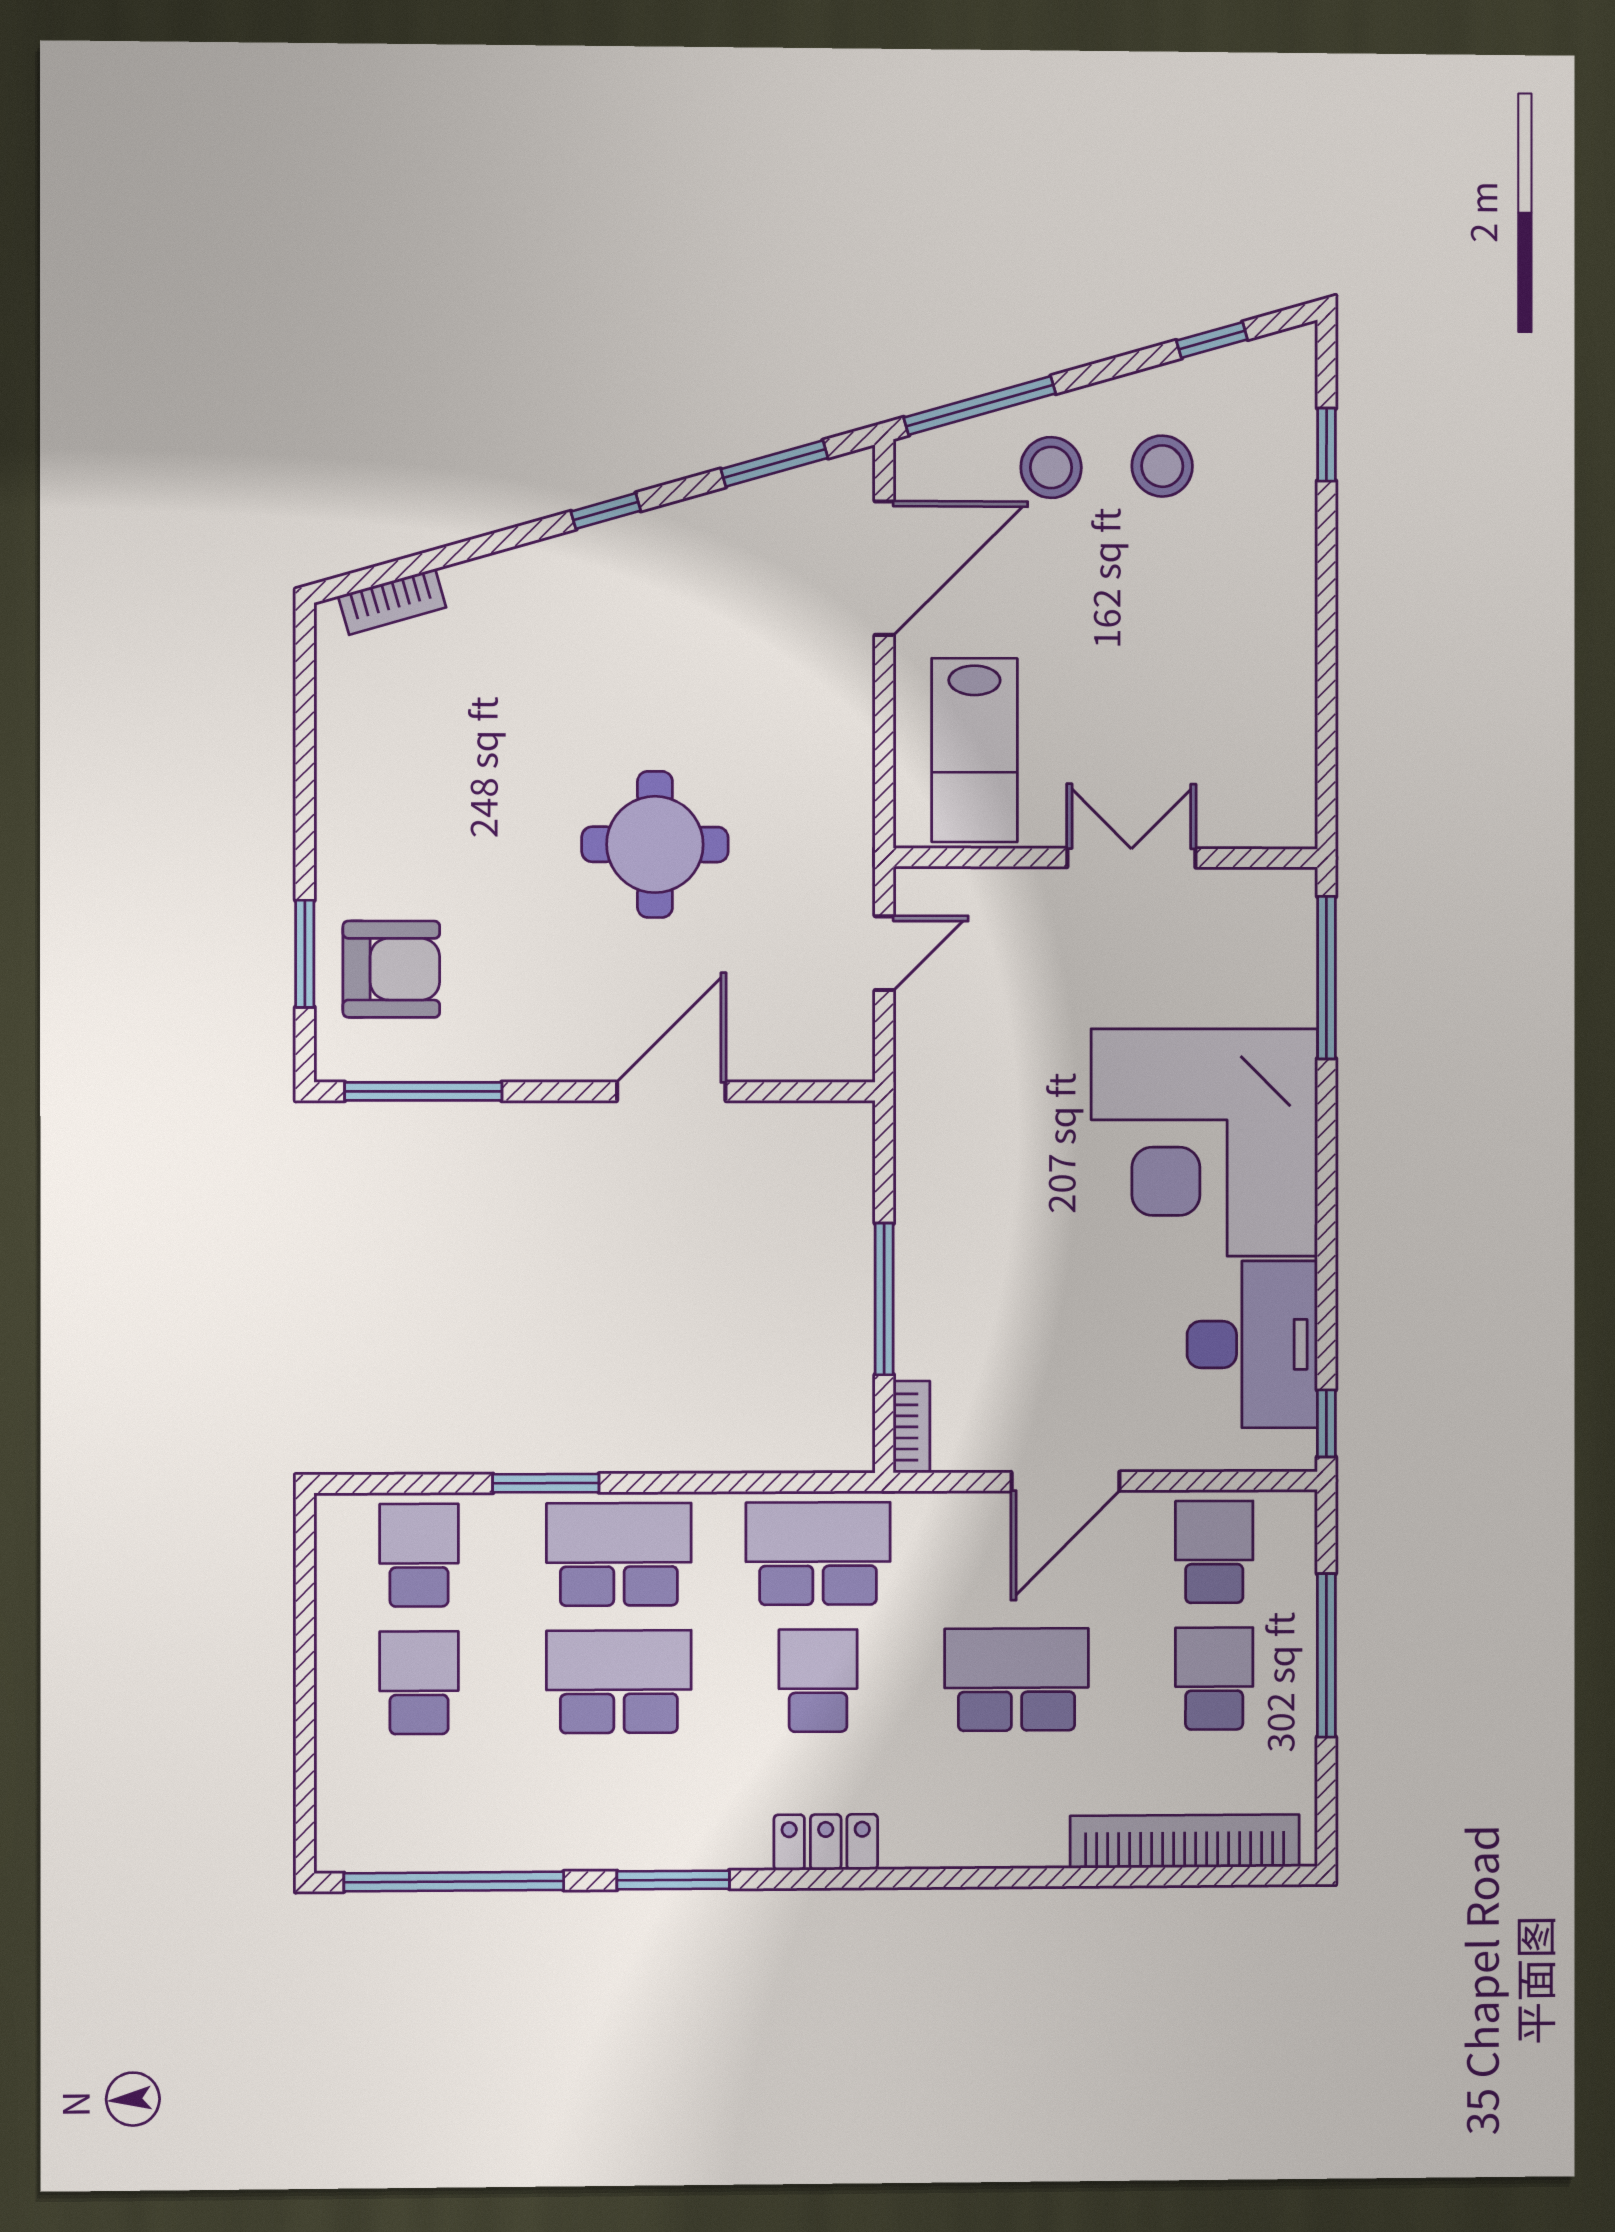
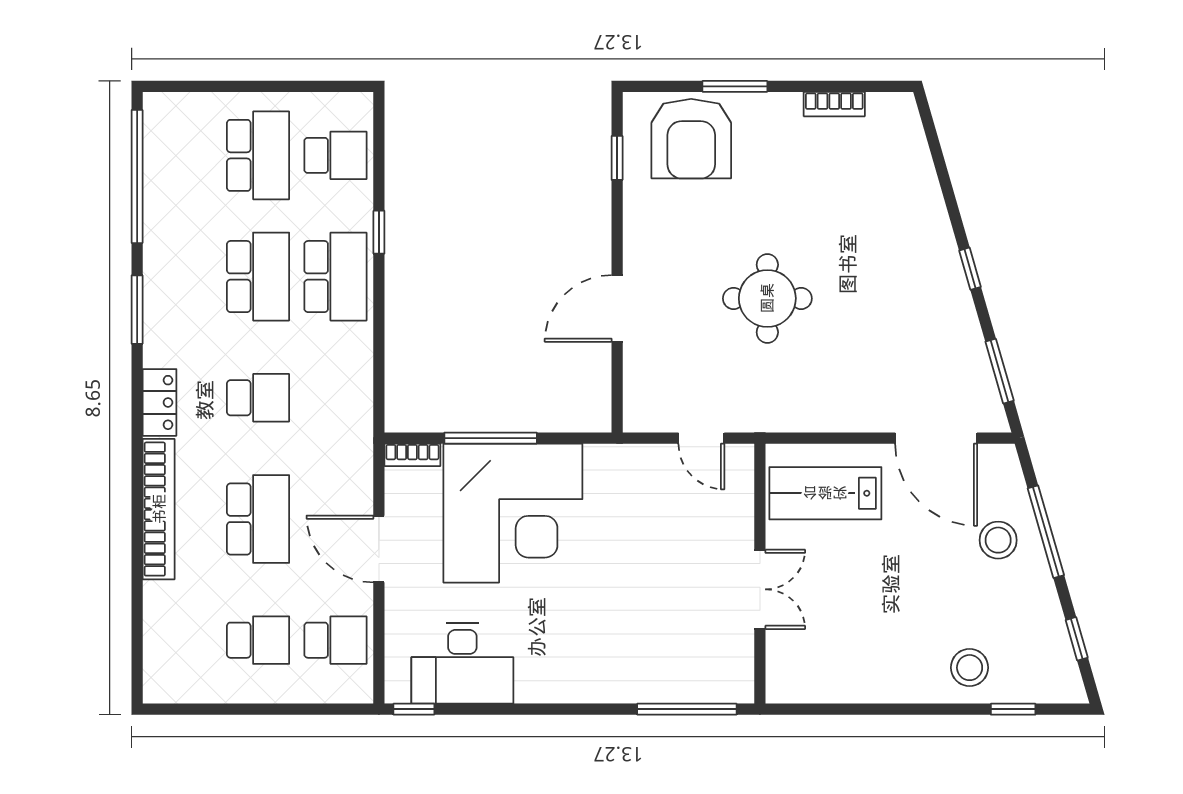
window: (980, 406) -> (1046, 532), moved
stool: (1162, 466) -> (970, 668), moved
bookcase: (392, 602) -> (834, 104), moved, turned -74
window: (305, 954) -> (735, 86), moved
armchair: (391, 969) -> (691, 139), width x1.36, depth x1.36
window: (423, 1091) -> (617, 158), width x0.46
door: (671, 1091) -> (617, 308), swing flipped
corner desk: (1204, 1143) -> (513, 513), moved, turned 180
window: (546, 1483) -> (379, 232), width x0.67
school desk: (818, 1554) -> (335, 398), removed
window: (1326, 1655) -> (272, 709), removed
school desk: (419, 1683) -> (258, 155), width x1.85
bookcase: (1185, 1841) -> (159, 509), moved

